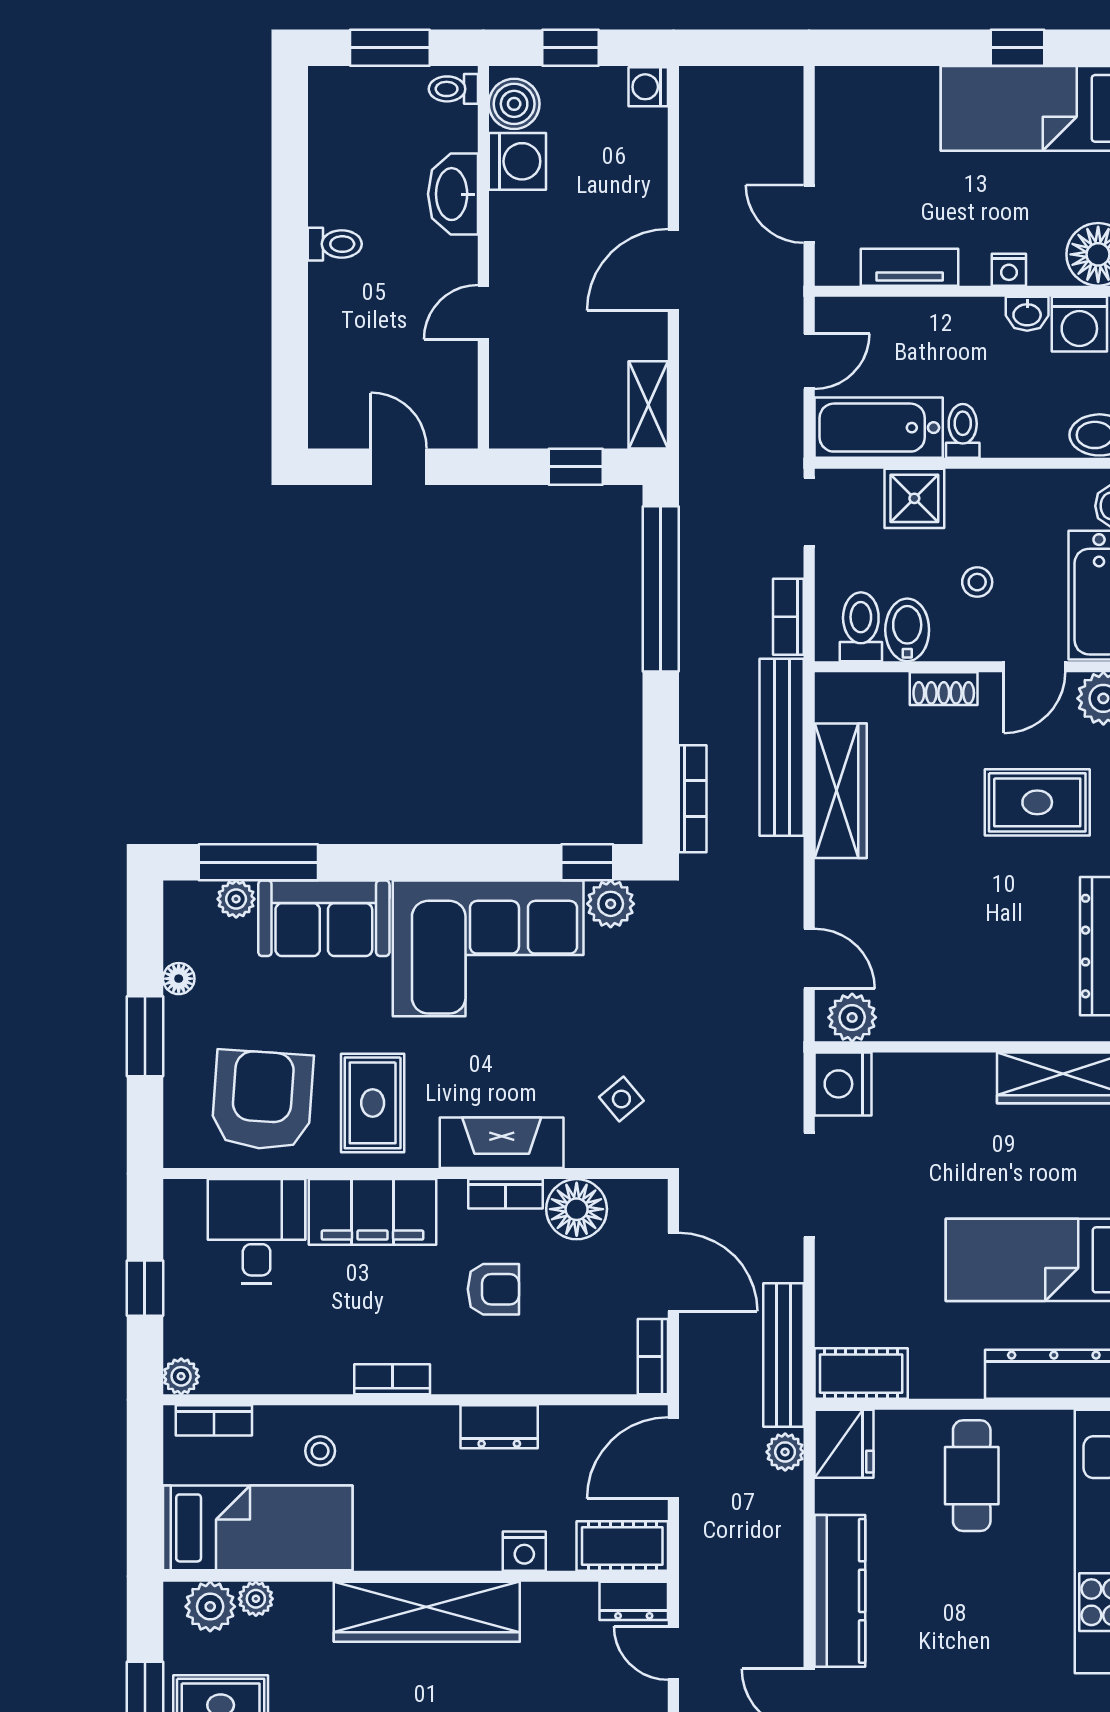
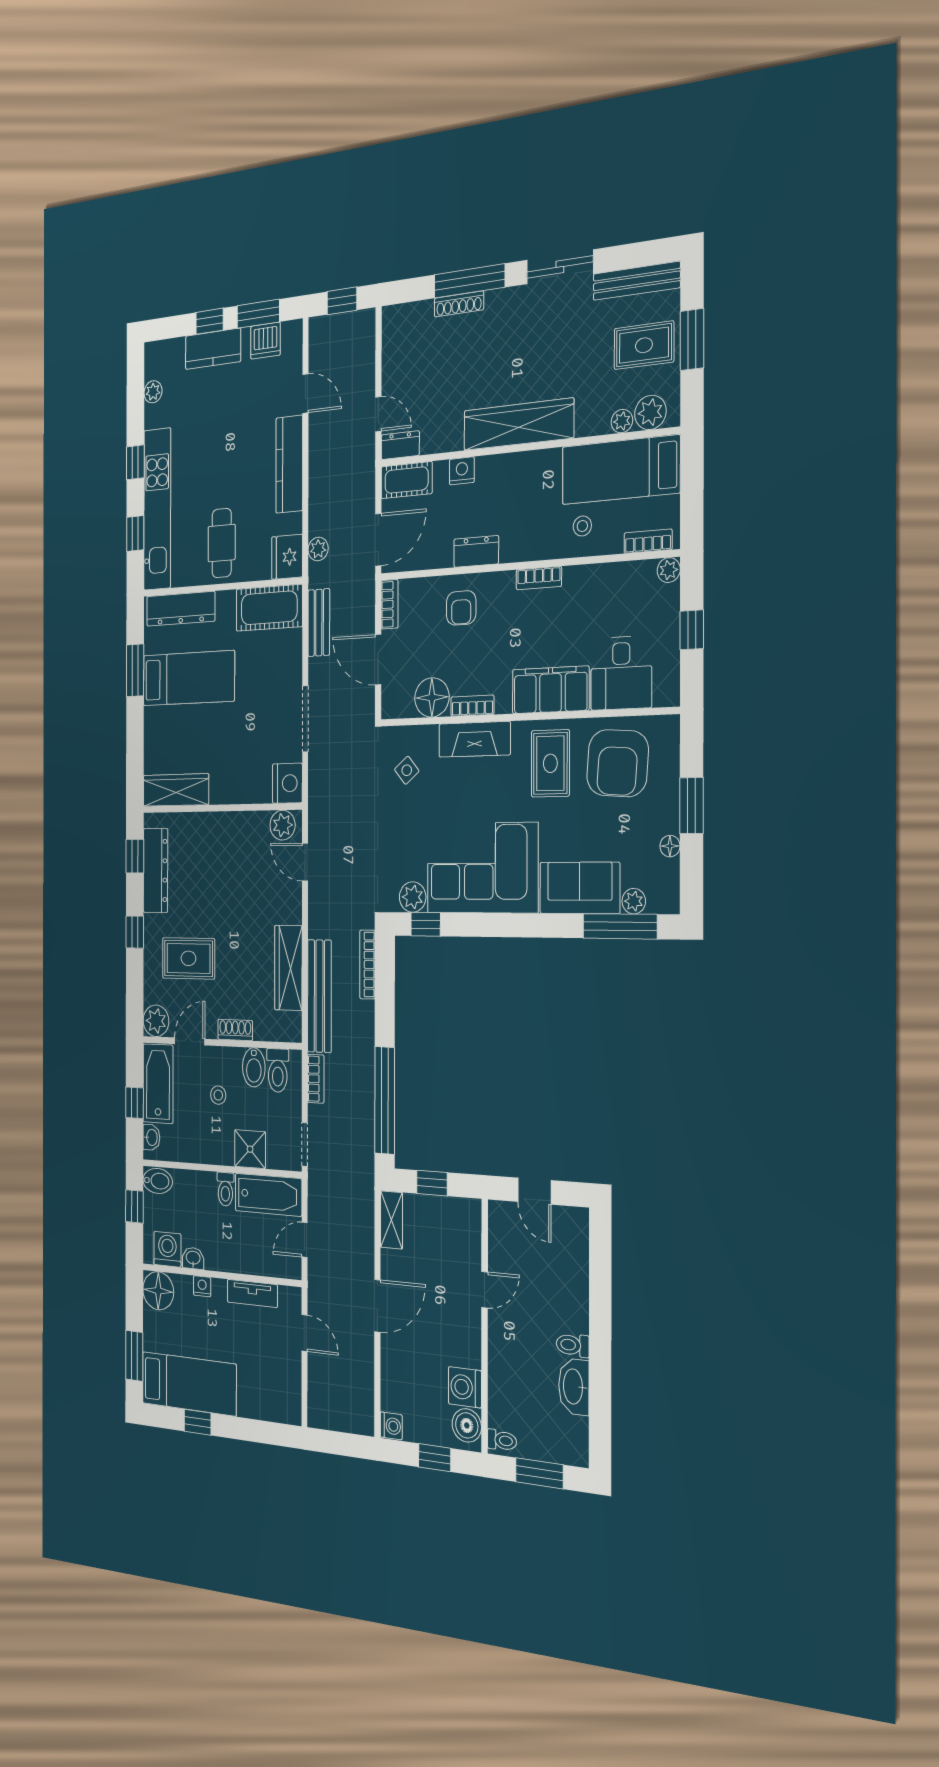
washbasin: (453, 194) -> (574, 1387), moved, turned 180
armchair: (493, 1289) -> (461, 608), moved, turned -90
bench: (784, 1355) -> (319, 623), width x0.73
cot: (861, 1374) -> (269, 608), width x1.37, depth x1.34

